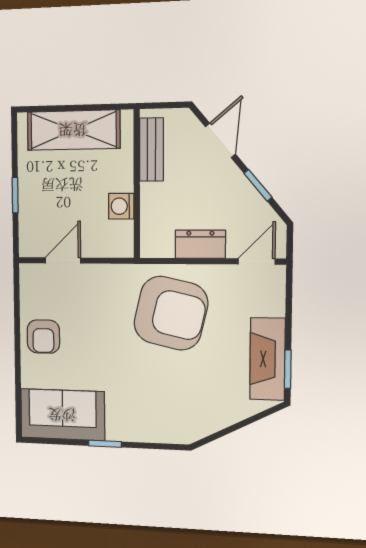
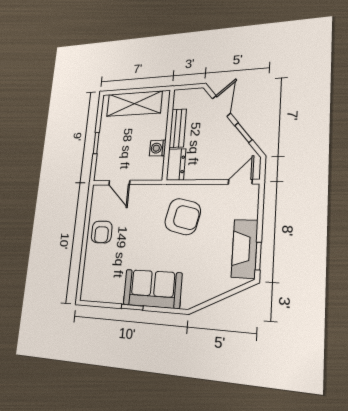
bench: (151, 150) -> (178, 128), moved
dresser: (200, 244) -> (176, 165), moved, turned 90
door: (63, 260) -> (119, 183), swing flipped
armchair: (171, 313) -> (183, 217), width x0.73, depth x0.73
sofa: (62, 415) -> (152, 289), moved

